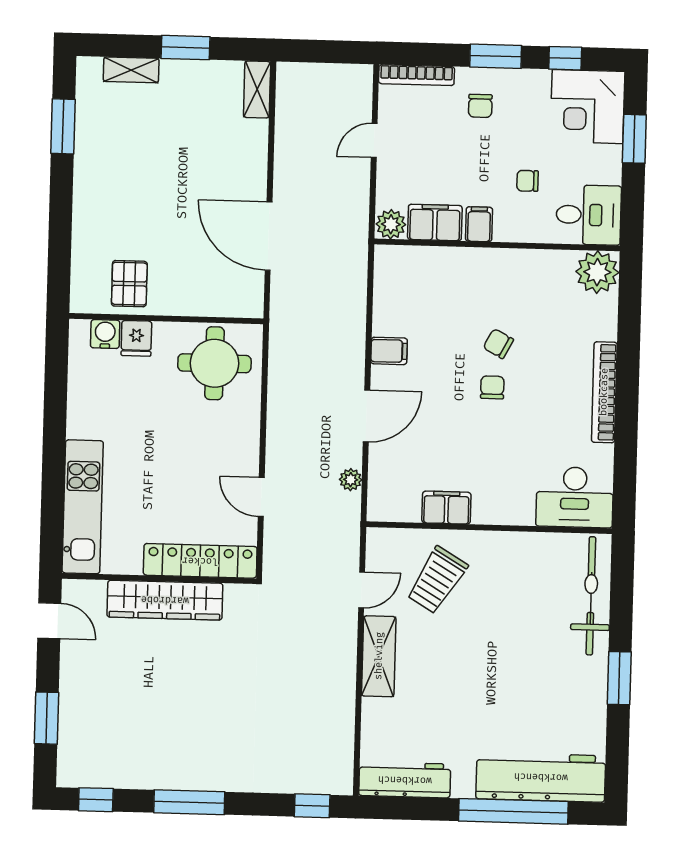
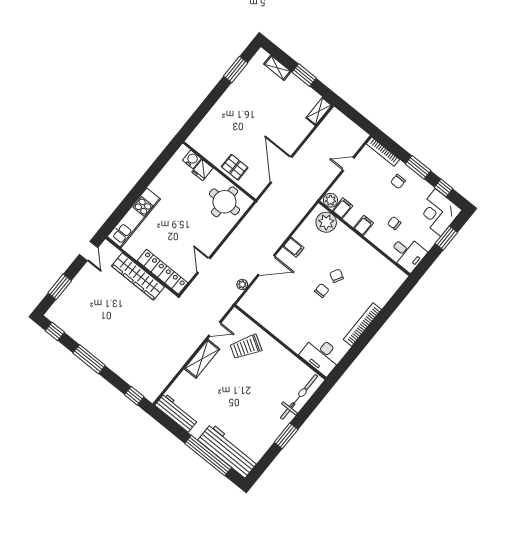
filing cabinet: (435, 223) -> (343, 208), width x0.50
plant: (597, 272) -> (326, 222), moved
pallet: (129, 284) -> (235, 167), moved, turned 90
filing cabinet: (446, 508) -> (270, 322), removed

